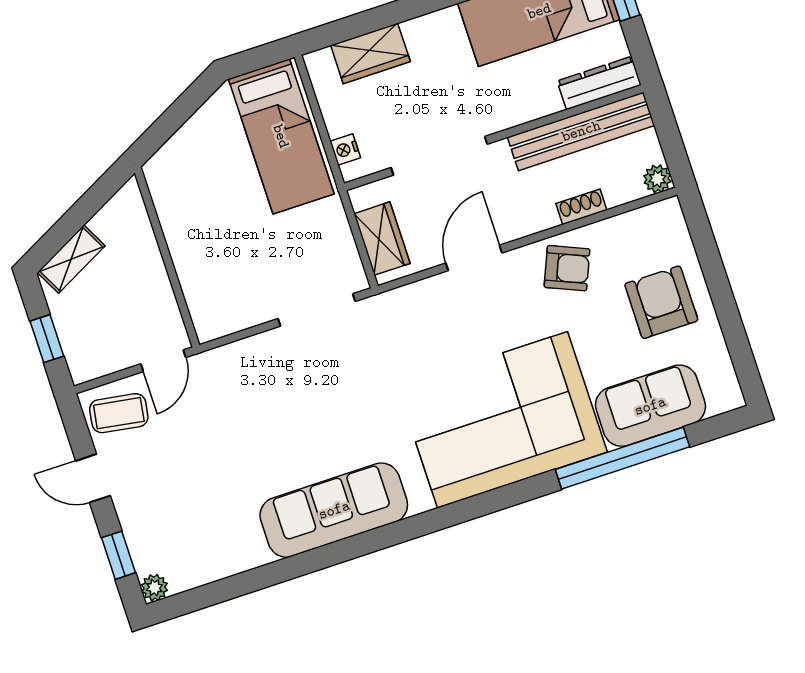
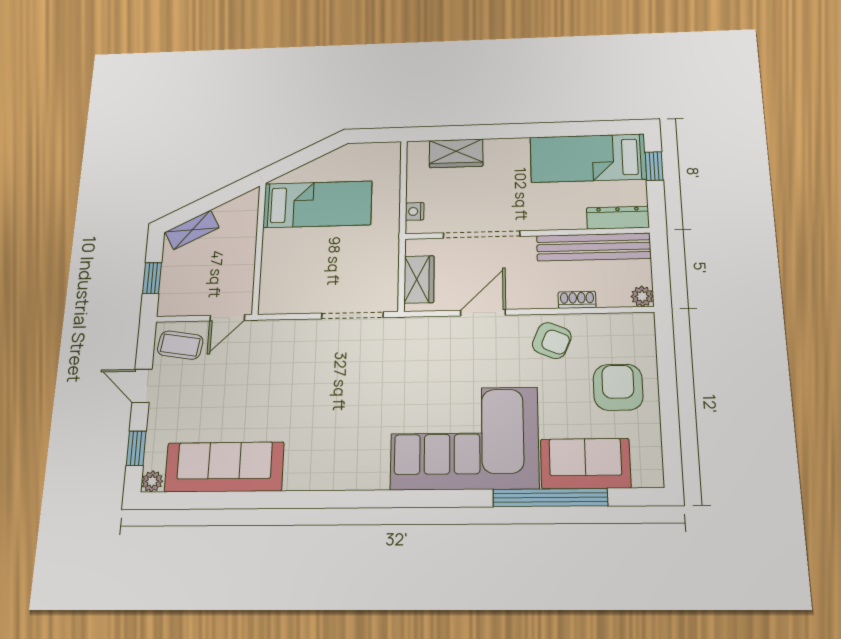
bed: (281, 136) -> (317, 204), moved, turned -90
sofa: (334, 510) -> (224, 467), moved

